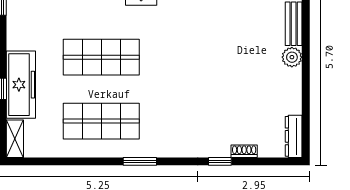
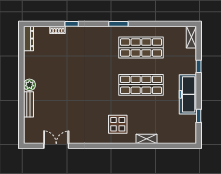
freezer: (21, 85) -> (188, 94), moved

